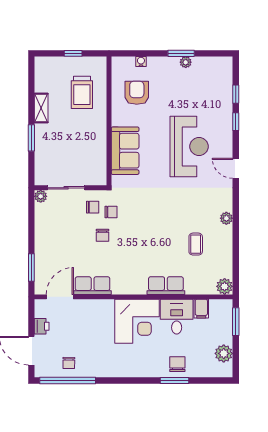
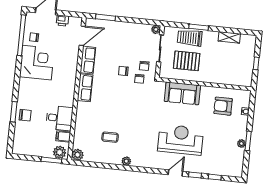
trolley: (82, 92) -> (190, 38), moved
armchair: (137, 93) -> (223, 106), turned 180
shelving: (41, 108) -> (229, 37), moved
reception desk: (189, 146) -> (181, 140), turned 180
pallet: (80, 149) -> (187, 61), added
door: (236, 168) -> (175, 173), moved
row of seats: (166, 286) -> (85, 88), moved
door: (60, 297) -> (82, 36), hinge flipped
corner desk: (137, 321) -> (37, 63), moved, turned 180
plant: (224, 353) -> (60, 152), moved

